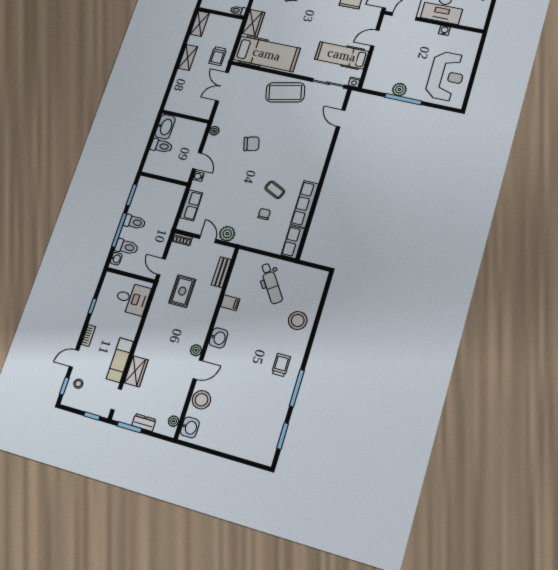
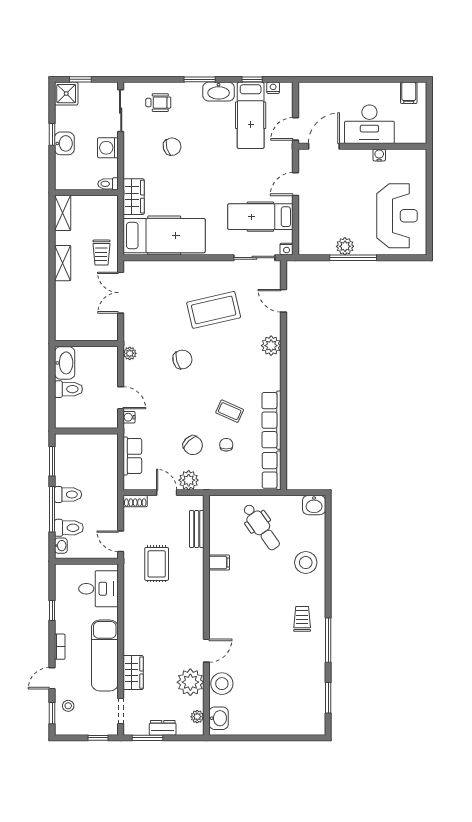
coffee table: (285, 92) -> (214, 310), moved
plant: (321, 149) -> (271, 346), added
chair: (239, 208) -> (193, 445), added
washbasin: (219, 338) -> (314, 505), moved, turned 90
plant: (196, 350) -> (190, 682), moved, width x1.87, depth x1.87
exam couch: (120, 360) -> (105, 655), width x1.36, depth x1.45

